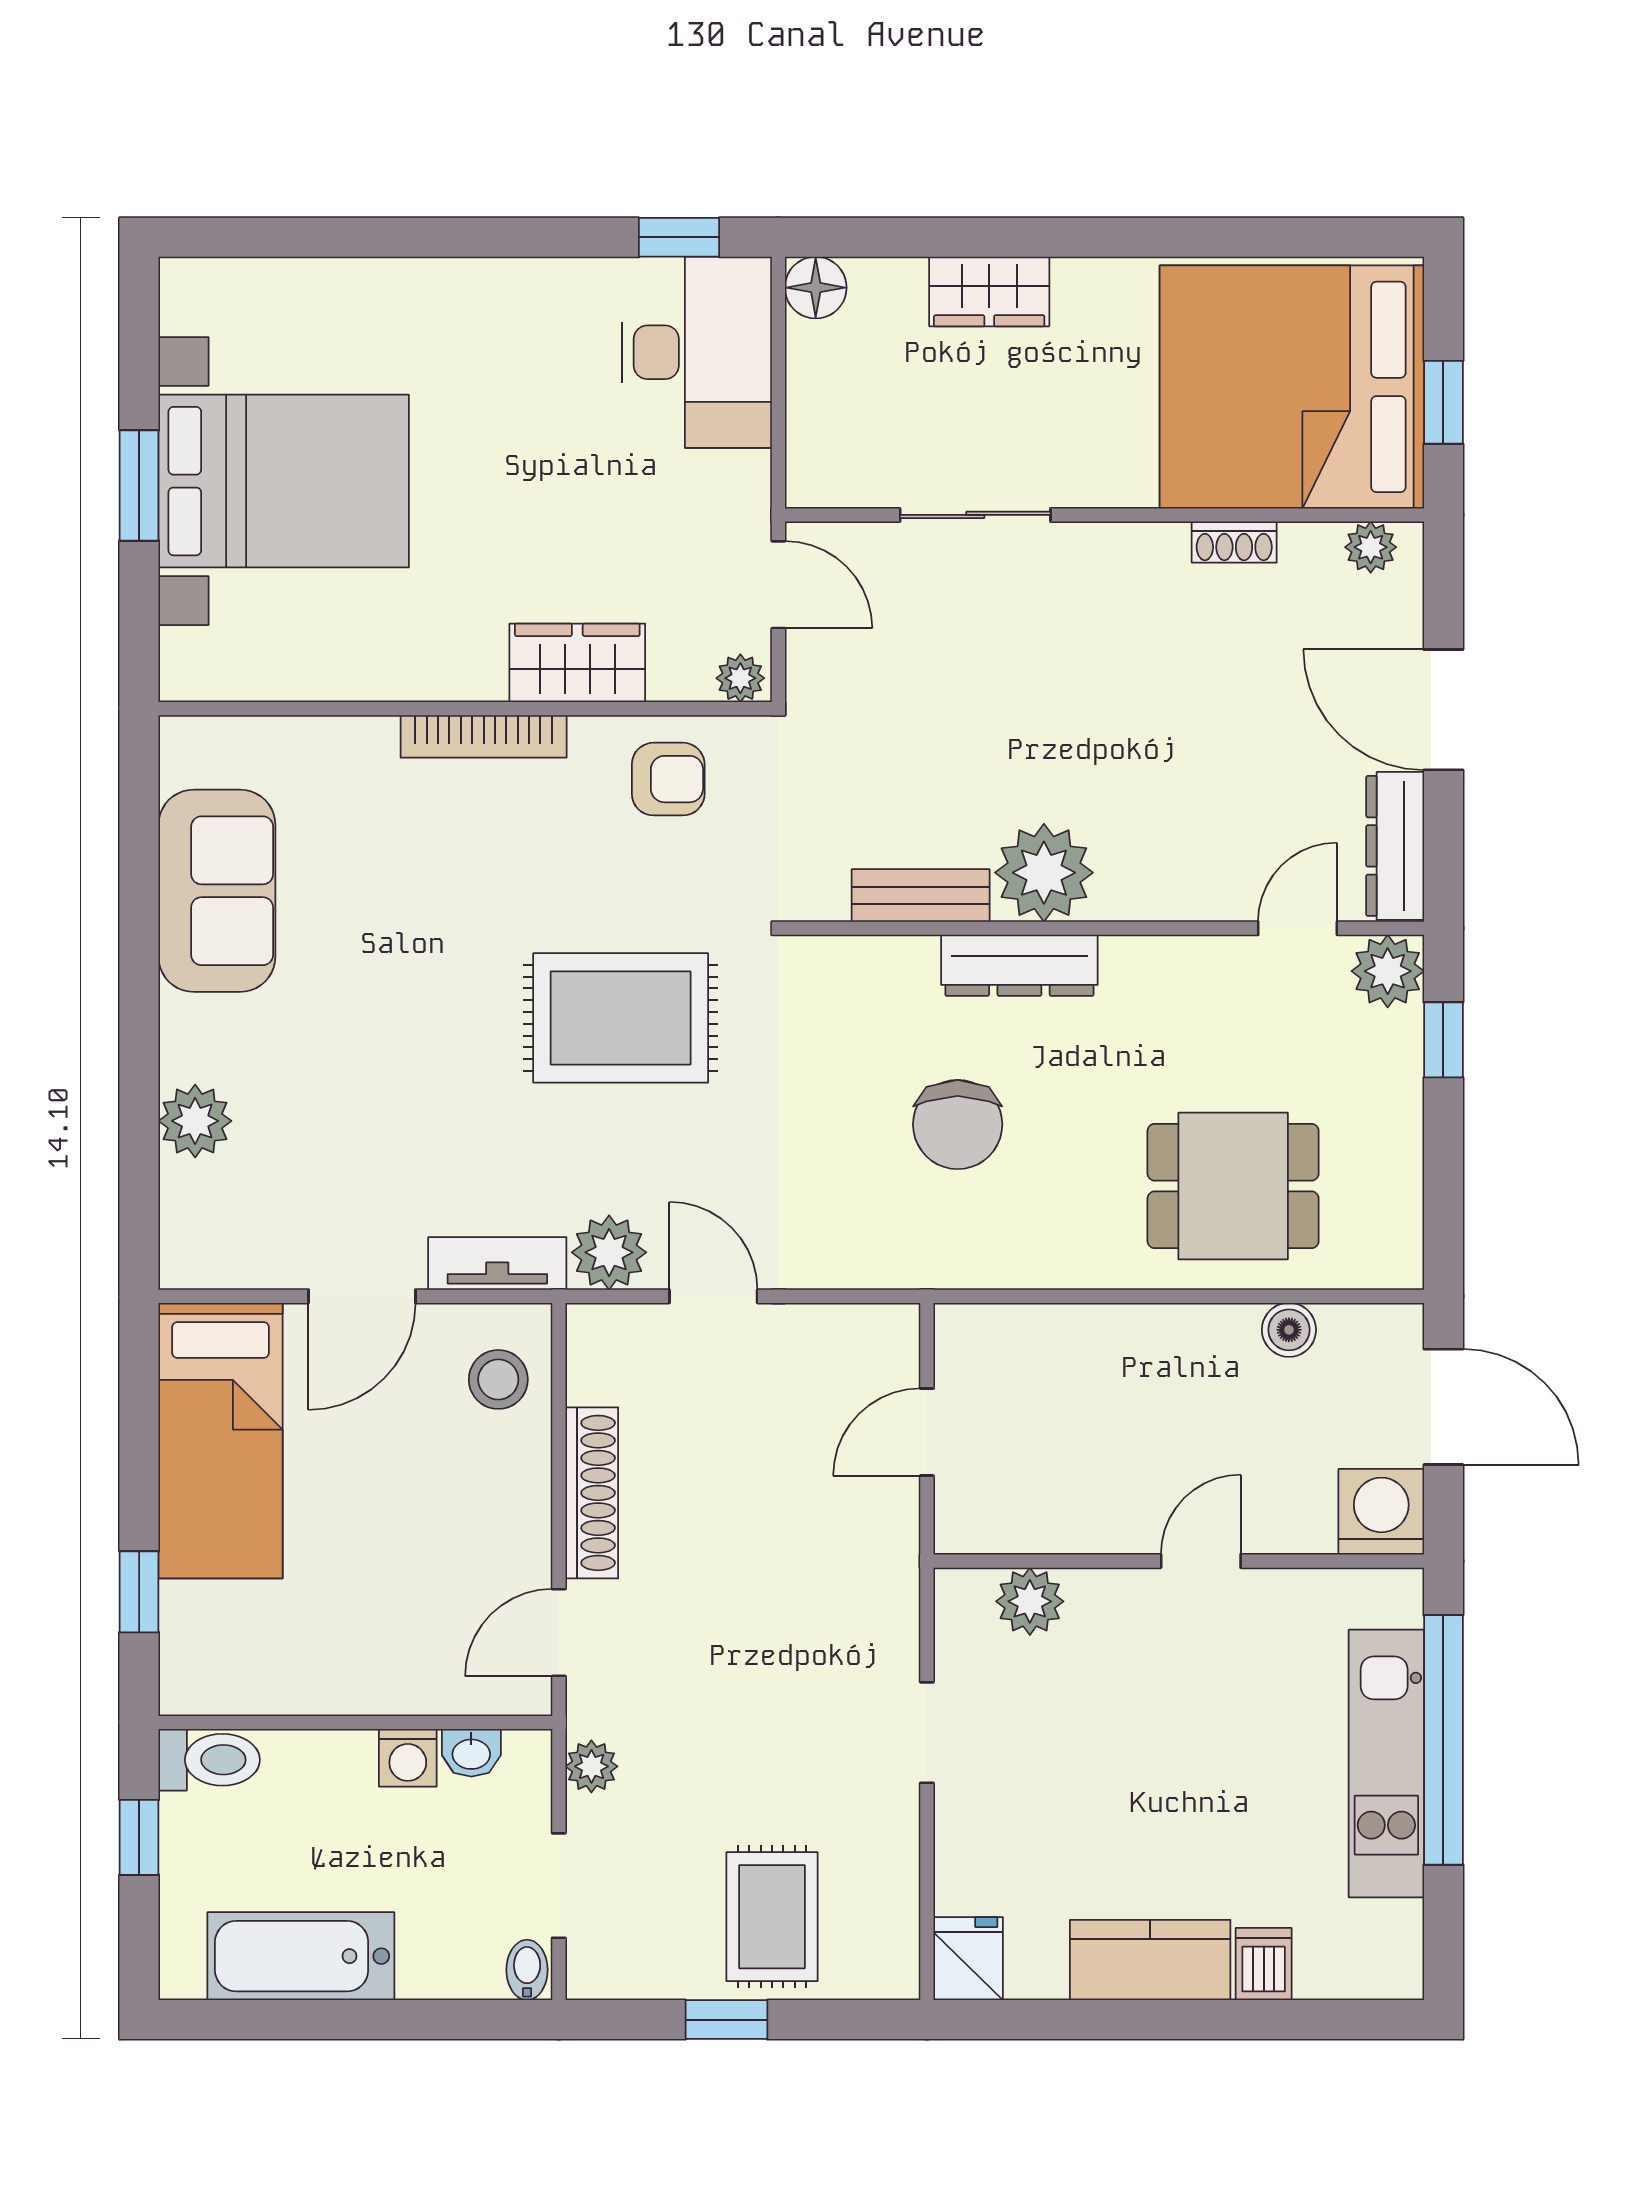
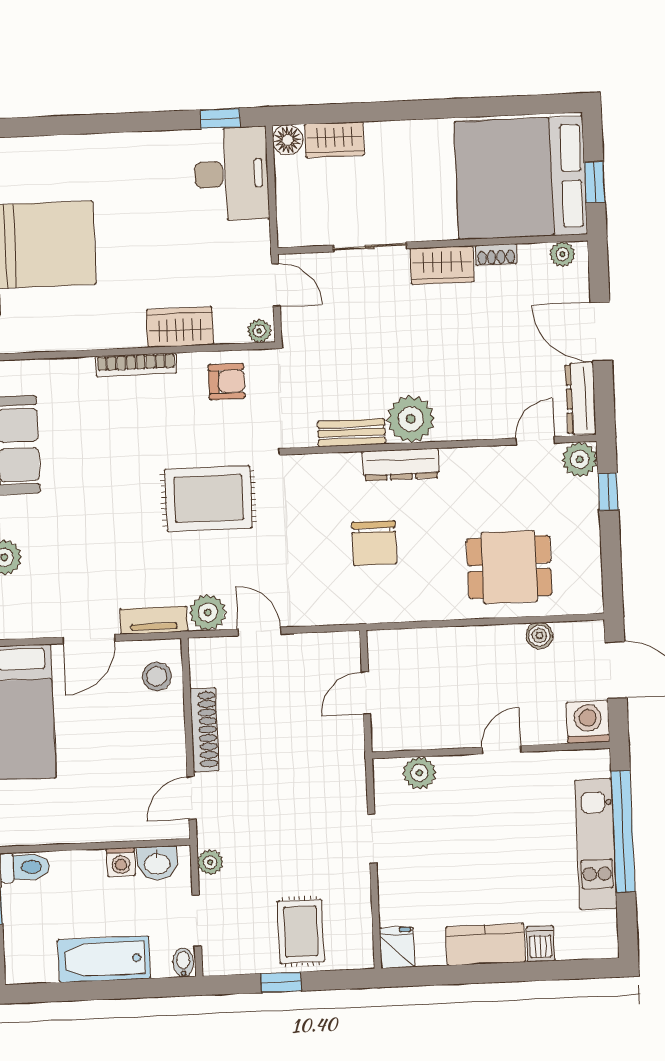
wardrobe: (989, 292) -> (334, 140), moved
wardrobe: (1122, 559) -> (442, 265), added
washbasin: (471, 1753) -> (157, 863), width x1.38, depth x1.45
bathtub: (301, 1956) -> (104, 959), moved

